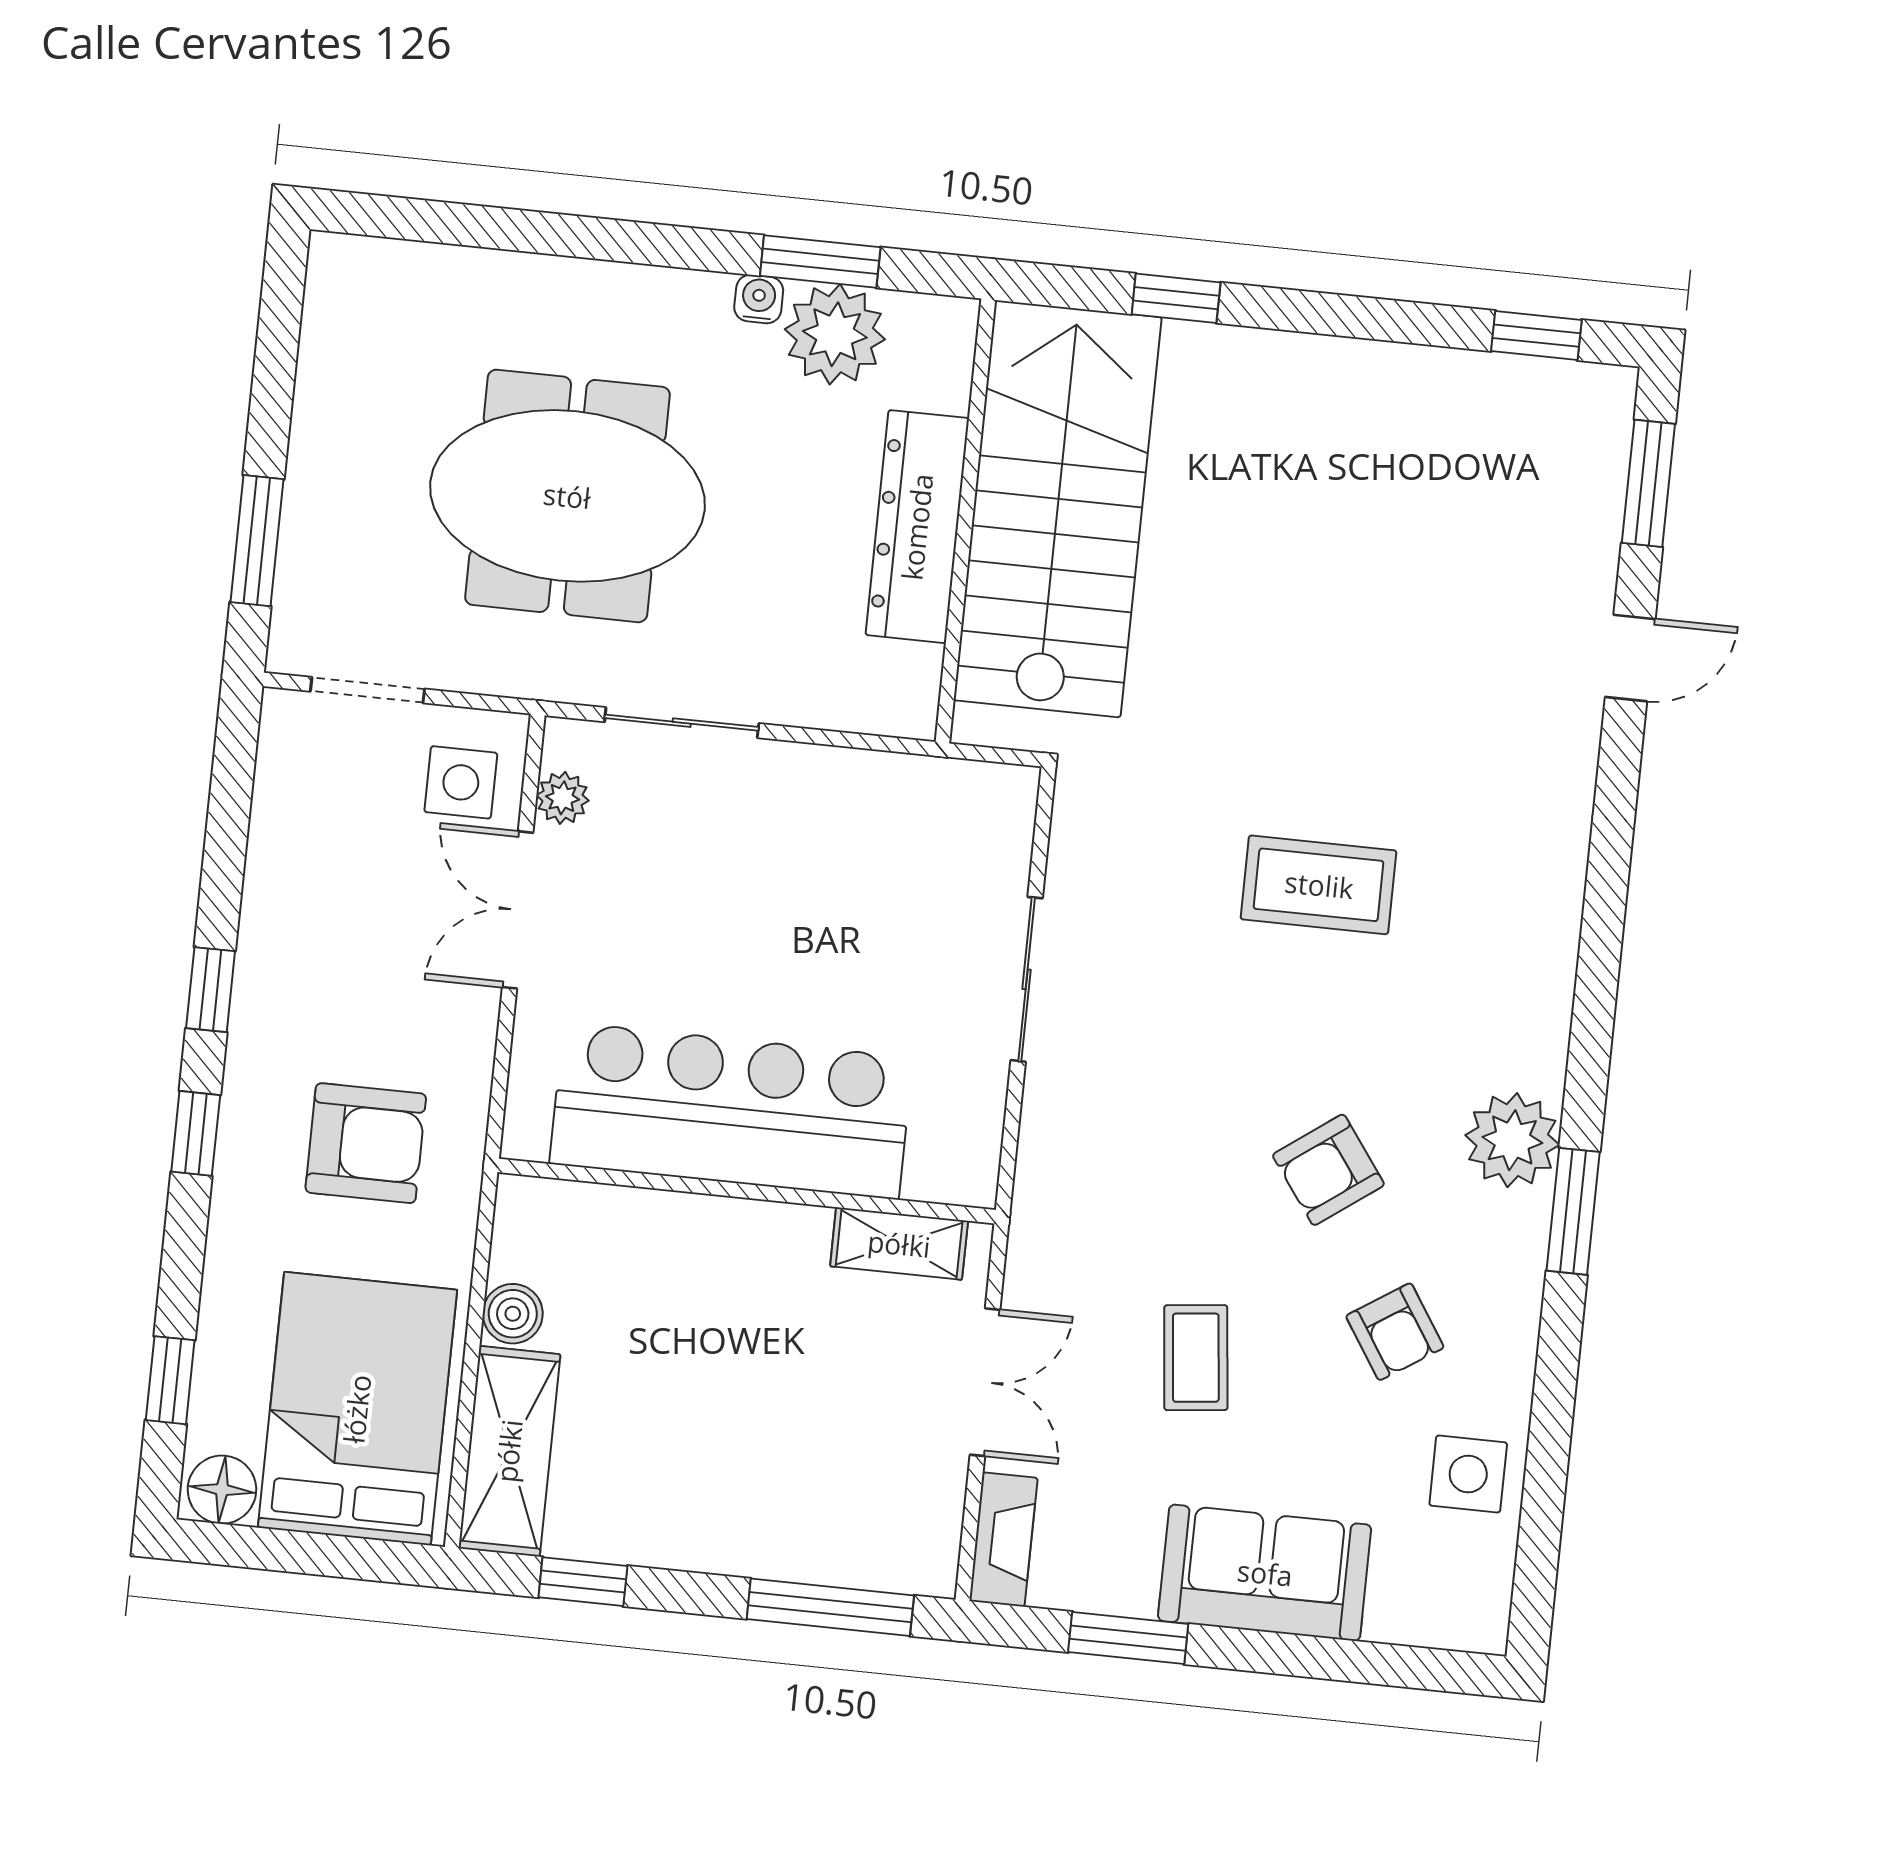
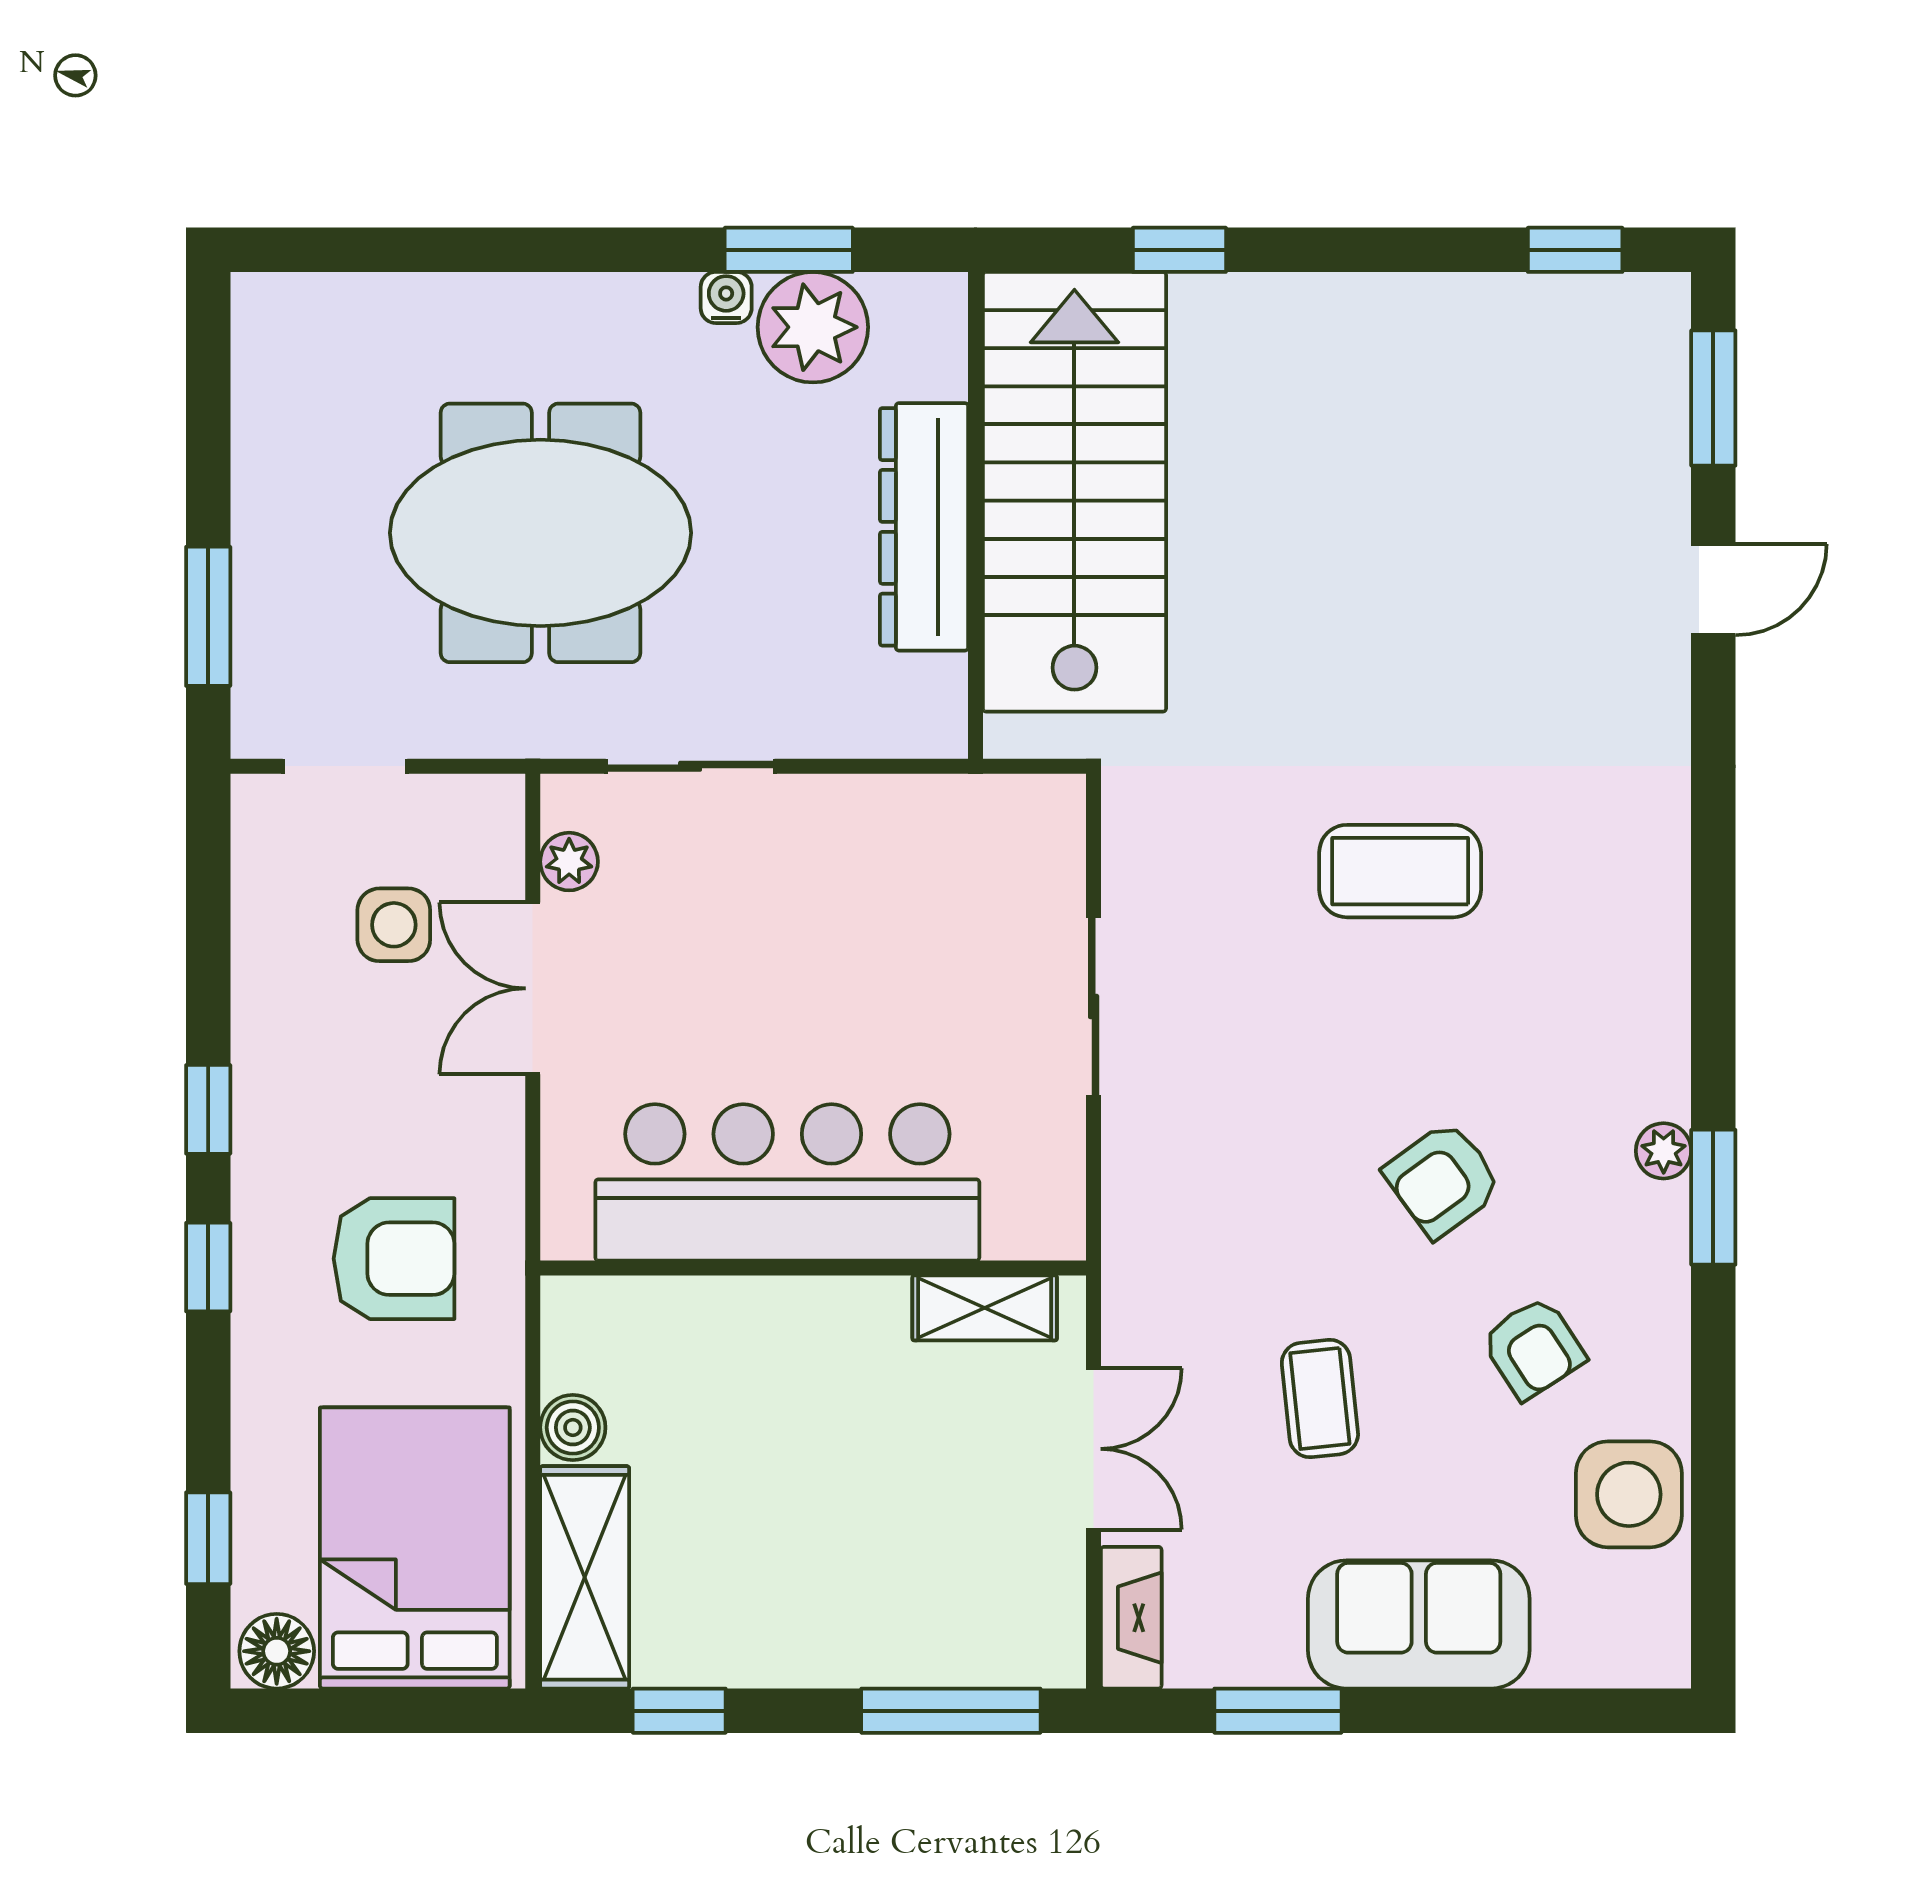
side table: (461, 782) -> (394, 925), moved
plant: (1512, 1140) -> (1664, 1151), width x0.53, depth x0.53
side table: (1468, 1474) -> (1629, 1494), width x1.37, depth x1.37

